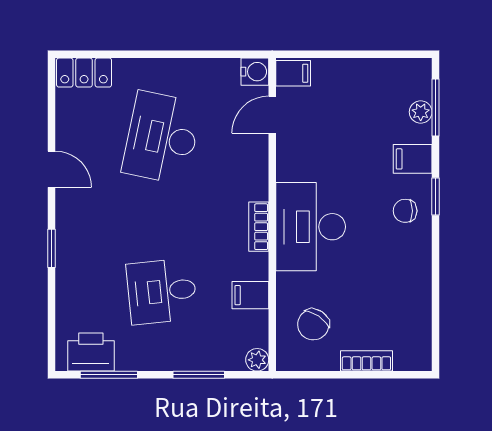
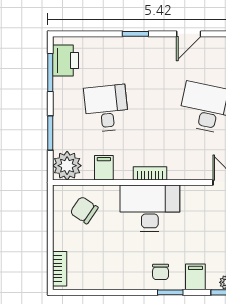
chair: (405, 211) -> (161, 272), turned 180
plant: (257, 360) -> (67, 166), width x1.87, depth x1.87
bookcase: (366, 361) -> (60, 269), moved

